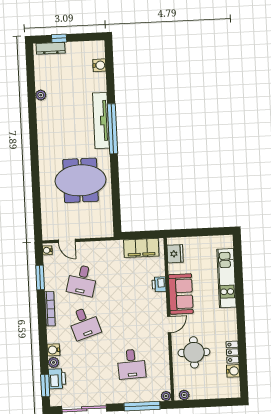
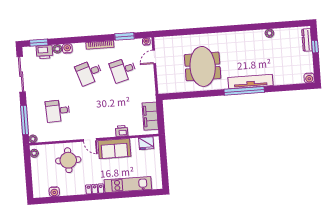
water cooler: (99, 65) -> (309, 78), moved
desk: (82, 280) -> (123, 70), turned -30
locker: (232, 352) -> (95, 189), moved

